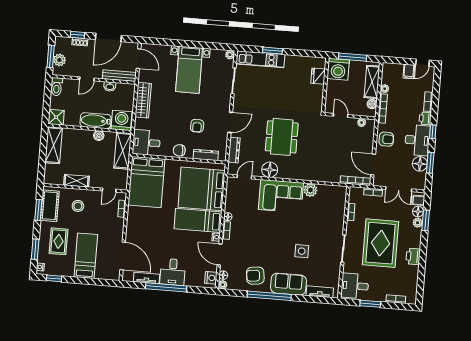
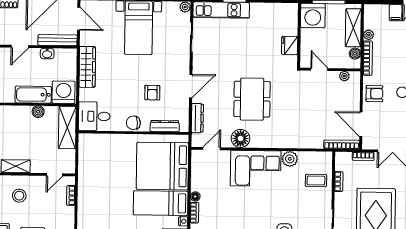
fridge: (318, 76) -> (290, 45), moved
bed: (146, 182) -> (97, 162), removed
coffee table: (332, 210) -> (316, 181), added

